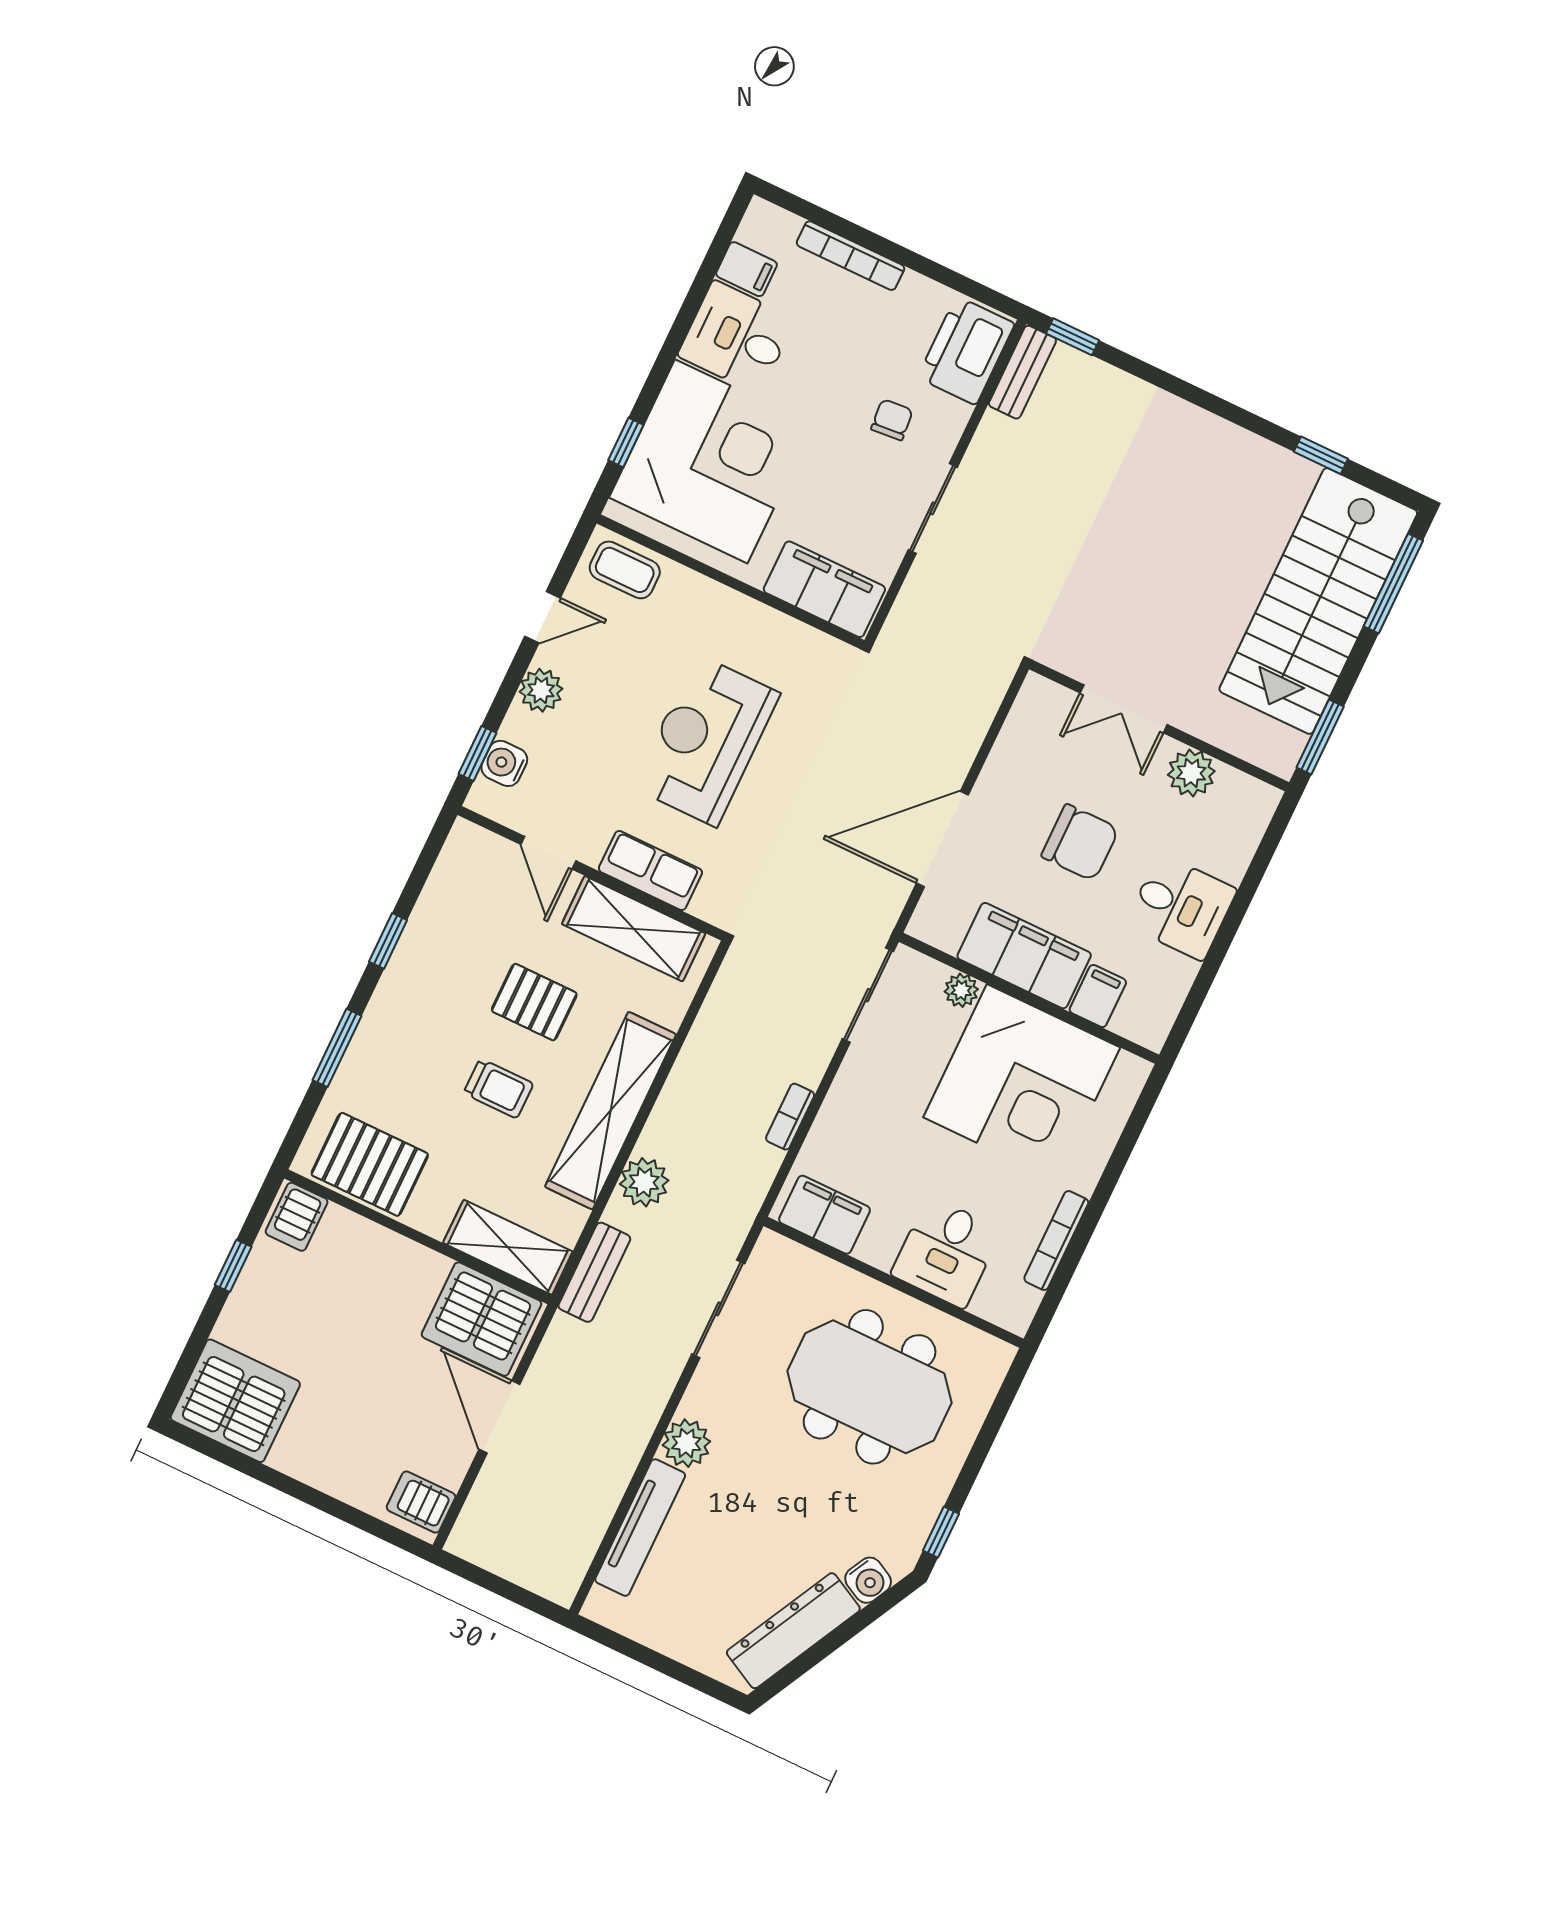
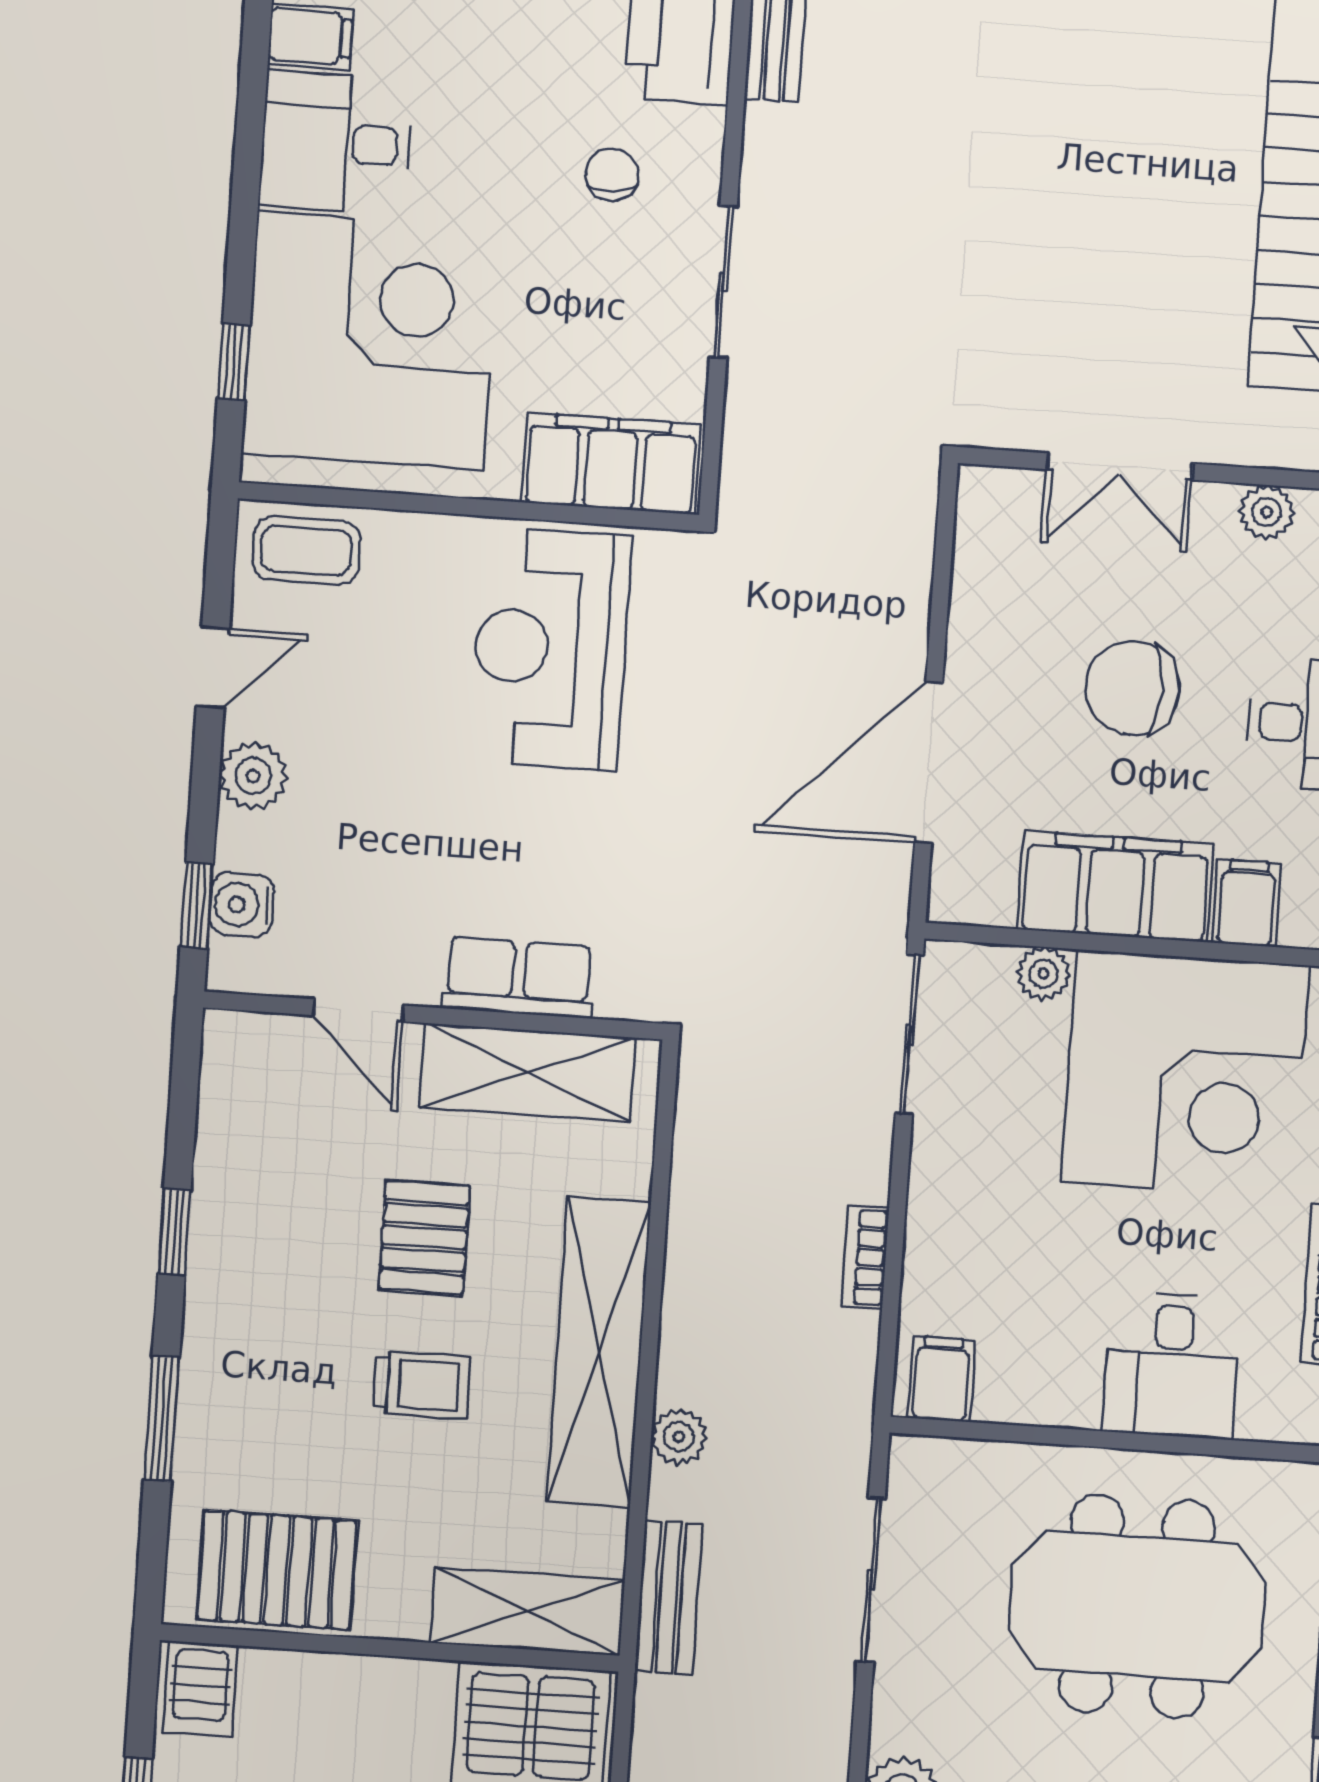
reception desk: (707, 740) -> (550, 649), moved
plant: (1191, 773) -> (1267, 512), width x0.73, depth x0.73
chair: (1080, 842) -> (1132, 688), turned 180
pallet: (534, 1002) -> (424, 1237), turned 90
plant: (644, 1182) -> (679, 1437), width x0.73, depth x0.73
filing cabinet: (824, 1215) -> (941, 1379), width x0.50

